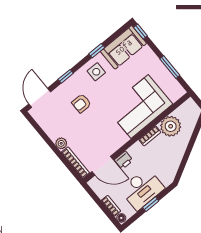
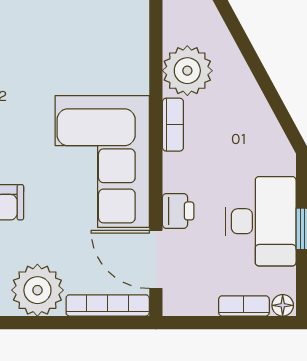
corner sofa: (140, 107) -> (102, 162), moved
plant: (61, 143) -> (37, 290), width x1.88, depth x1.88
door: (103, 166) -> (156, 259), swing flipped

